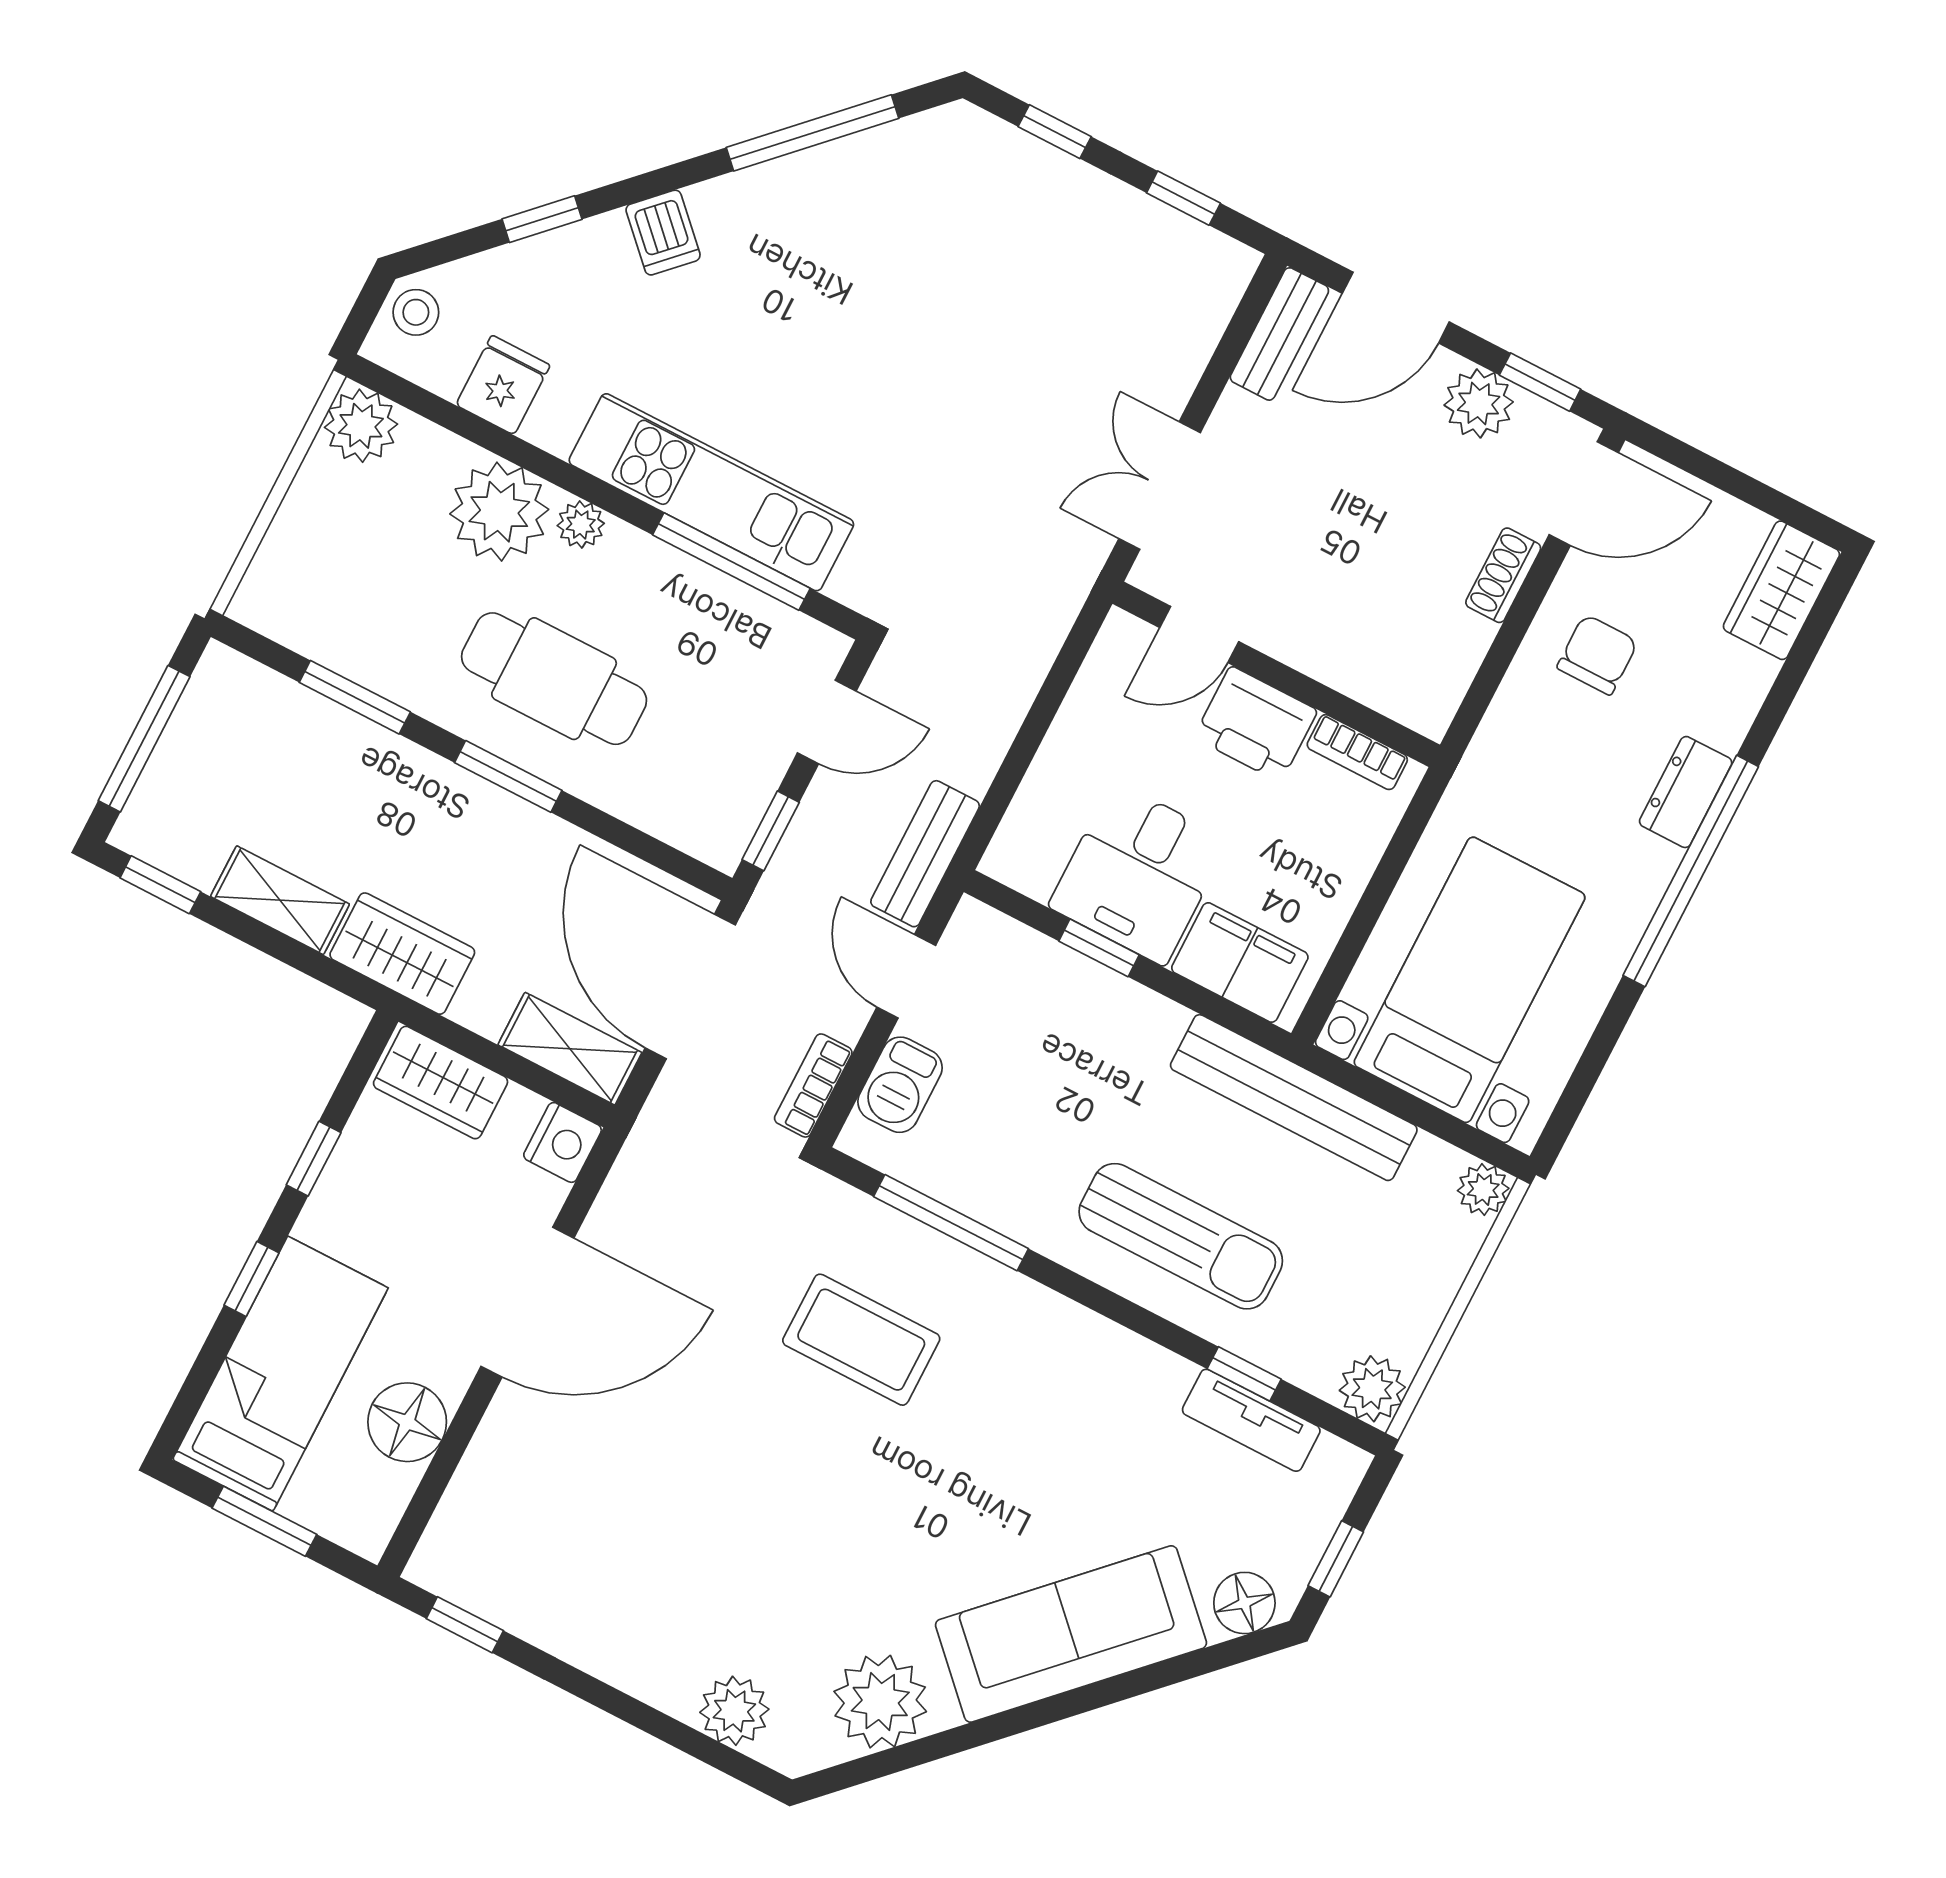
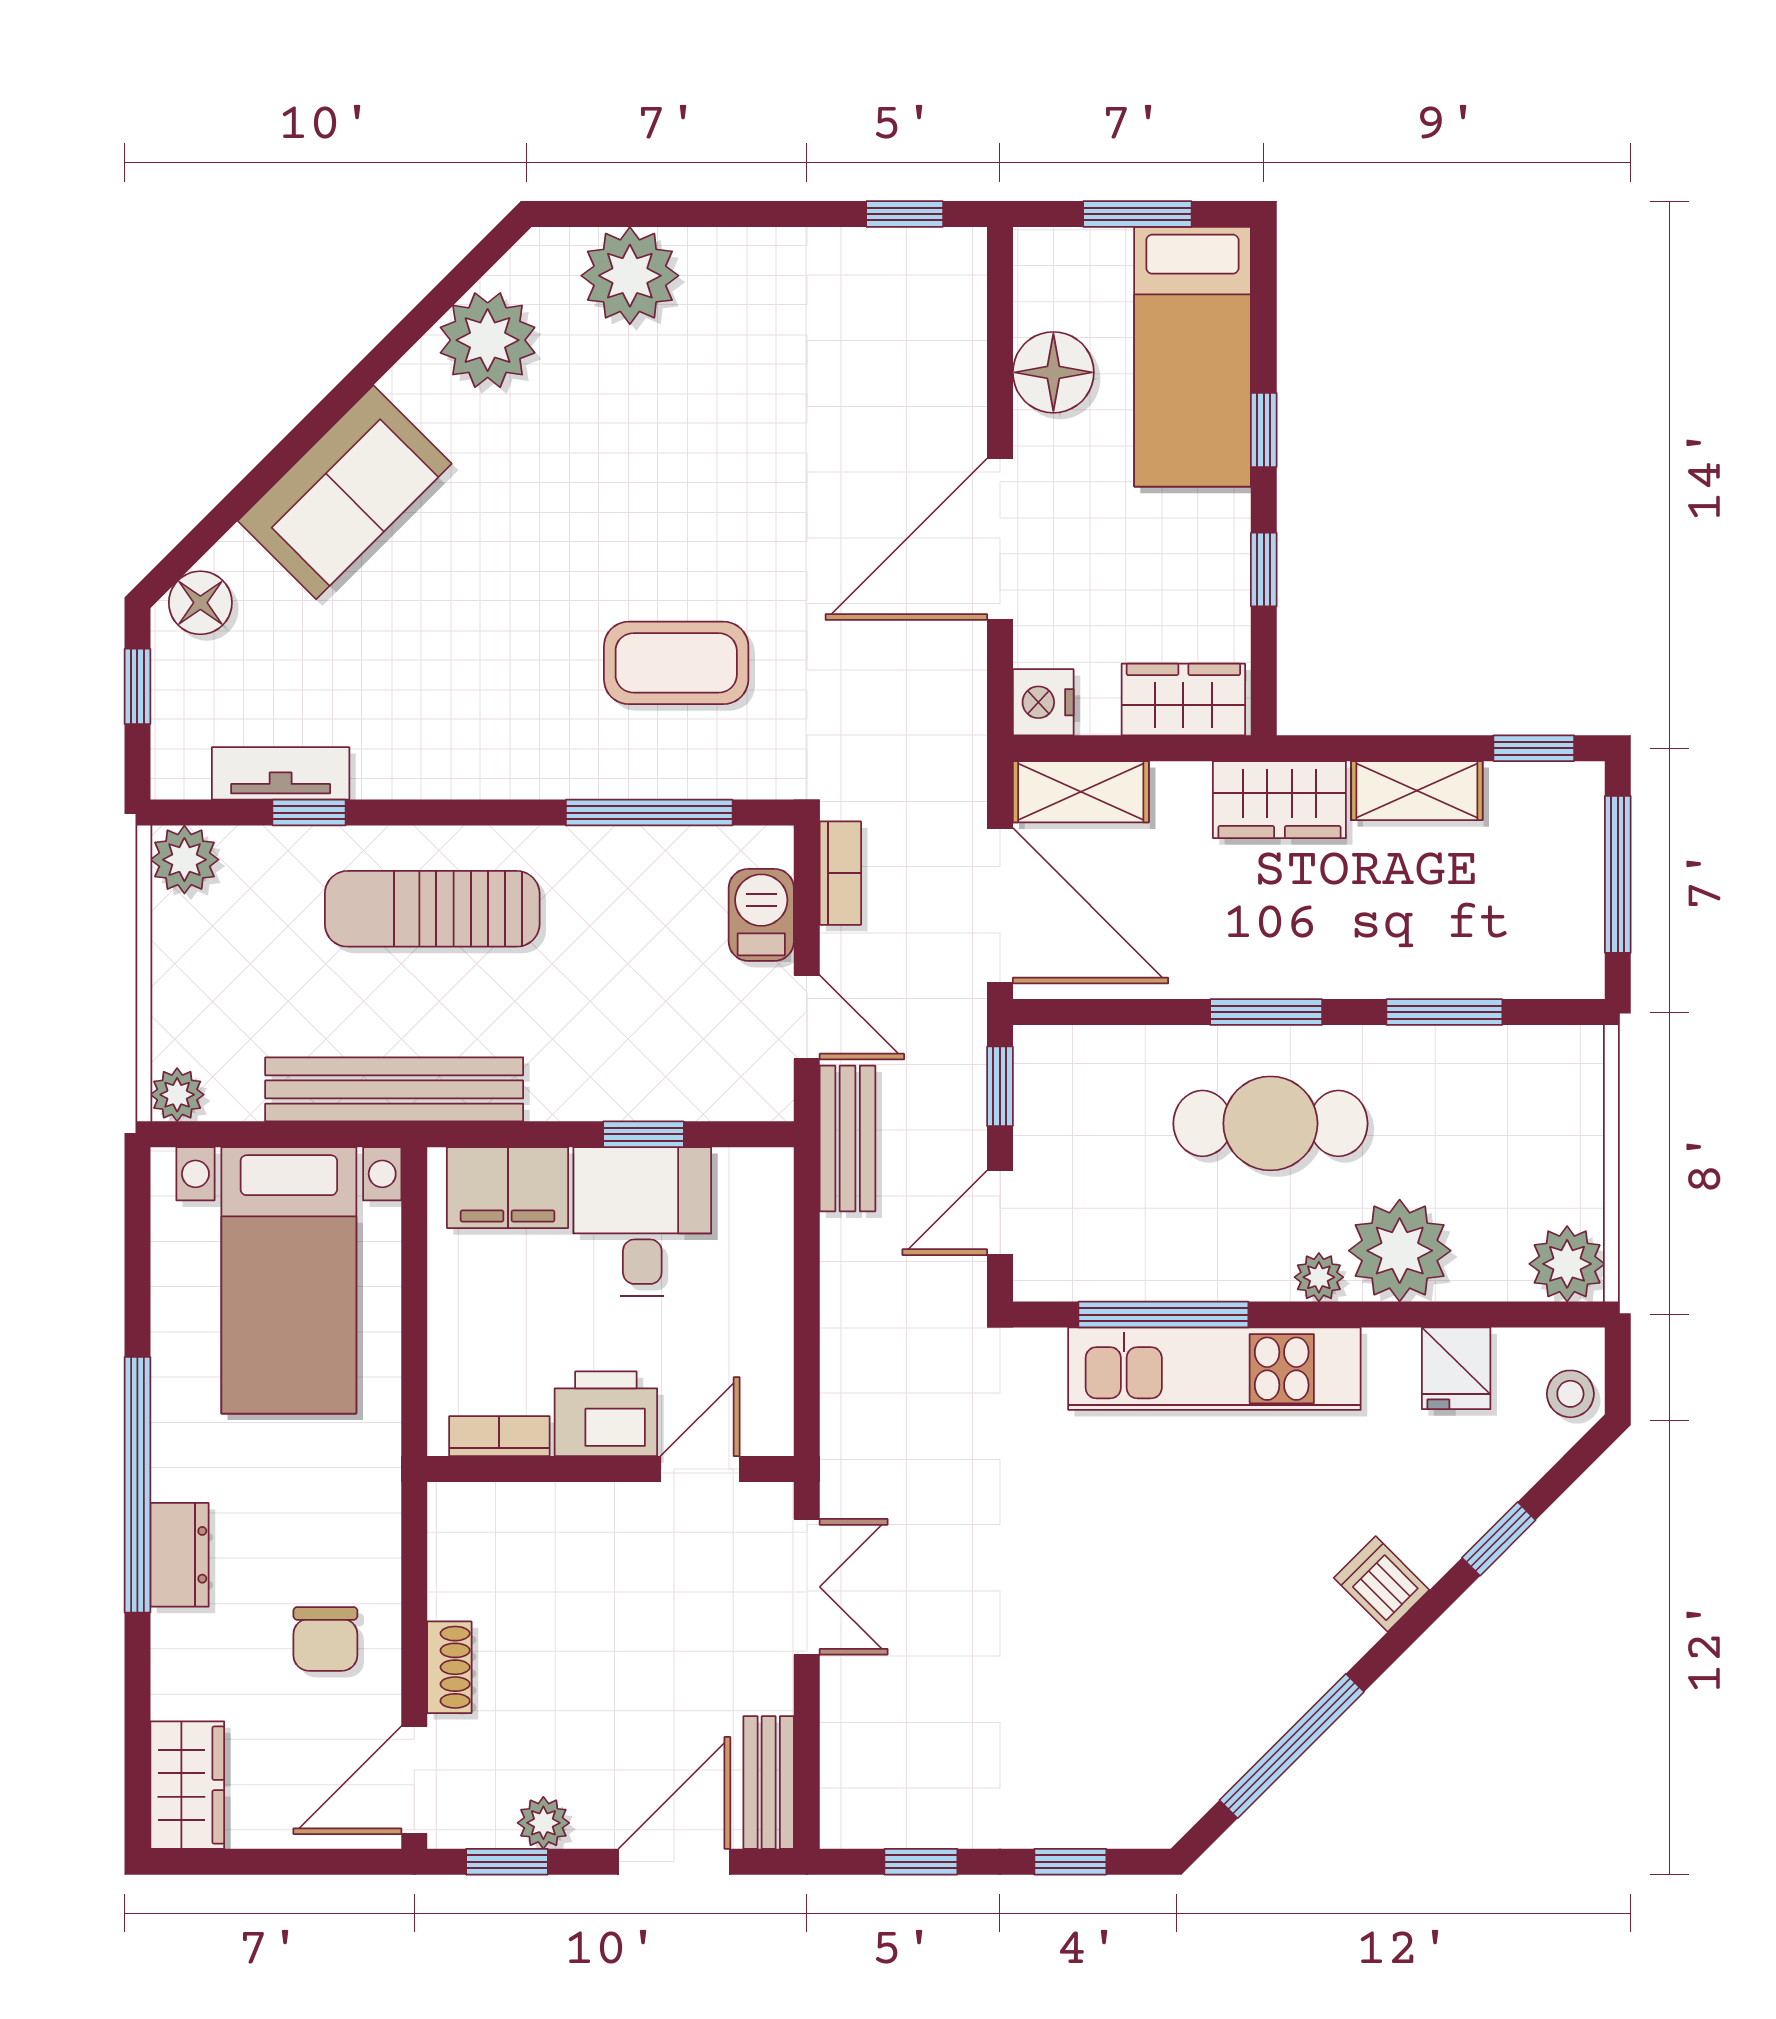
plant: (1479, 403) -> (543, 1823), width x0.73, depth x0.73
sofa: (1071, 1634) -> (345, 492), width x0.73
plant: (734, 1711) -> (630, 276), width x1.36, depth x1.36

